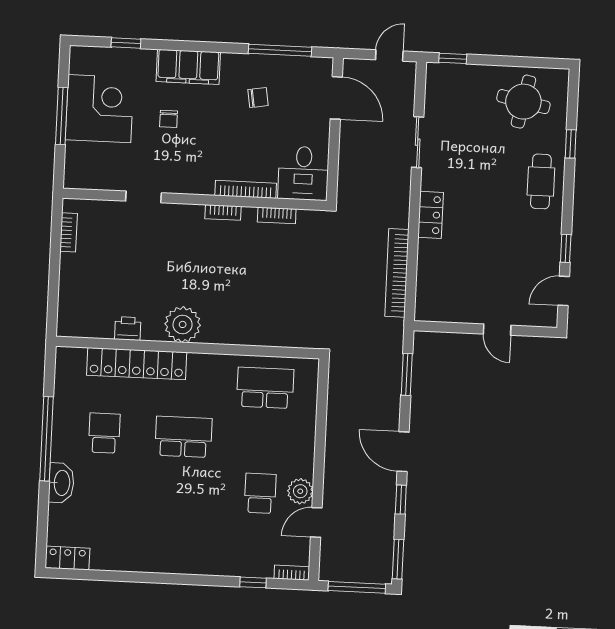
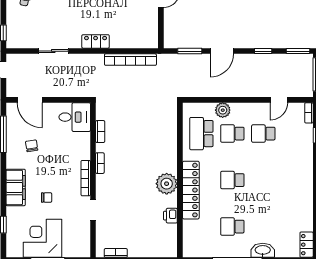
door: (336, 98) -> (30, 100), swing flipped
bookcase: (246, 189) -> (86, 178), moved
locker: (137, 364) -> (191, 190), moved
school desk: (183, 437) -> (232, 180), width x0.54
school desk: (263, 441) -> (232, 134), added
door: (403, 452) -> (222, 51), moved
plant: (300, 491) -> (223, 110), moved
door: (316, 522) -> (279, 100), hinge flipped

